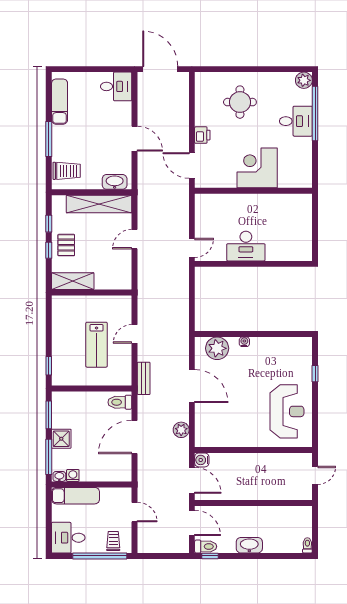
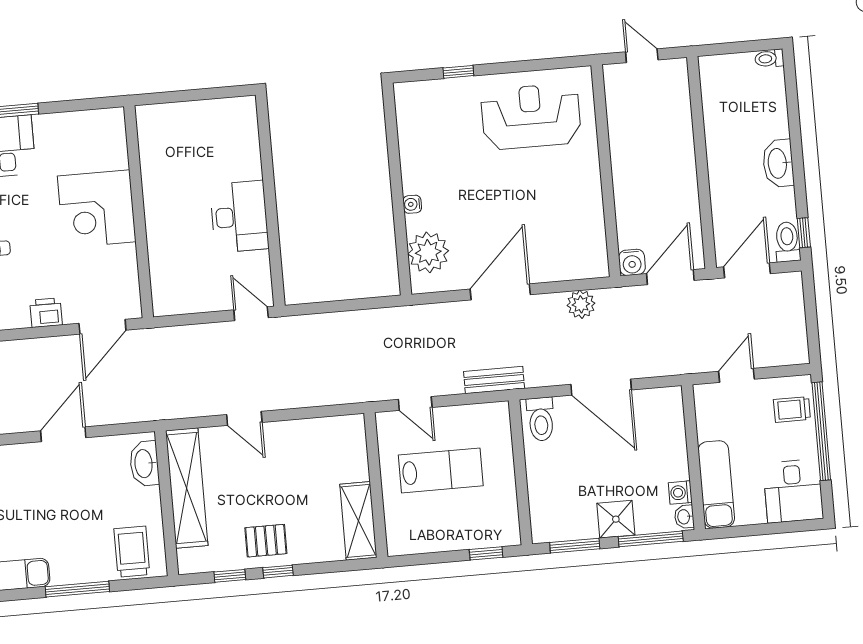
shelving: (73, 281) -> (358, 521), moved
wall: (92, 293) -> (376, 485), moved

